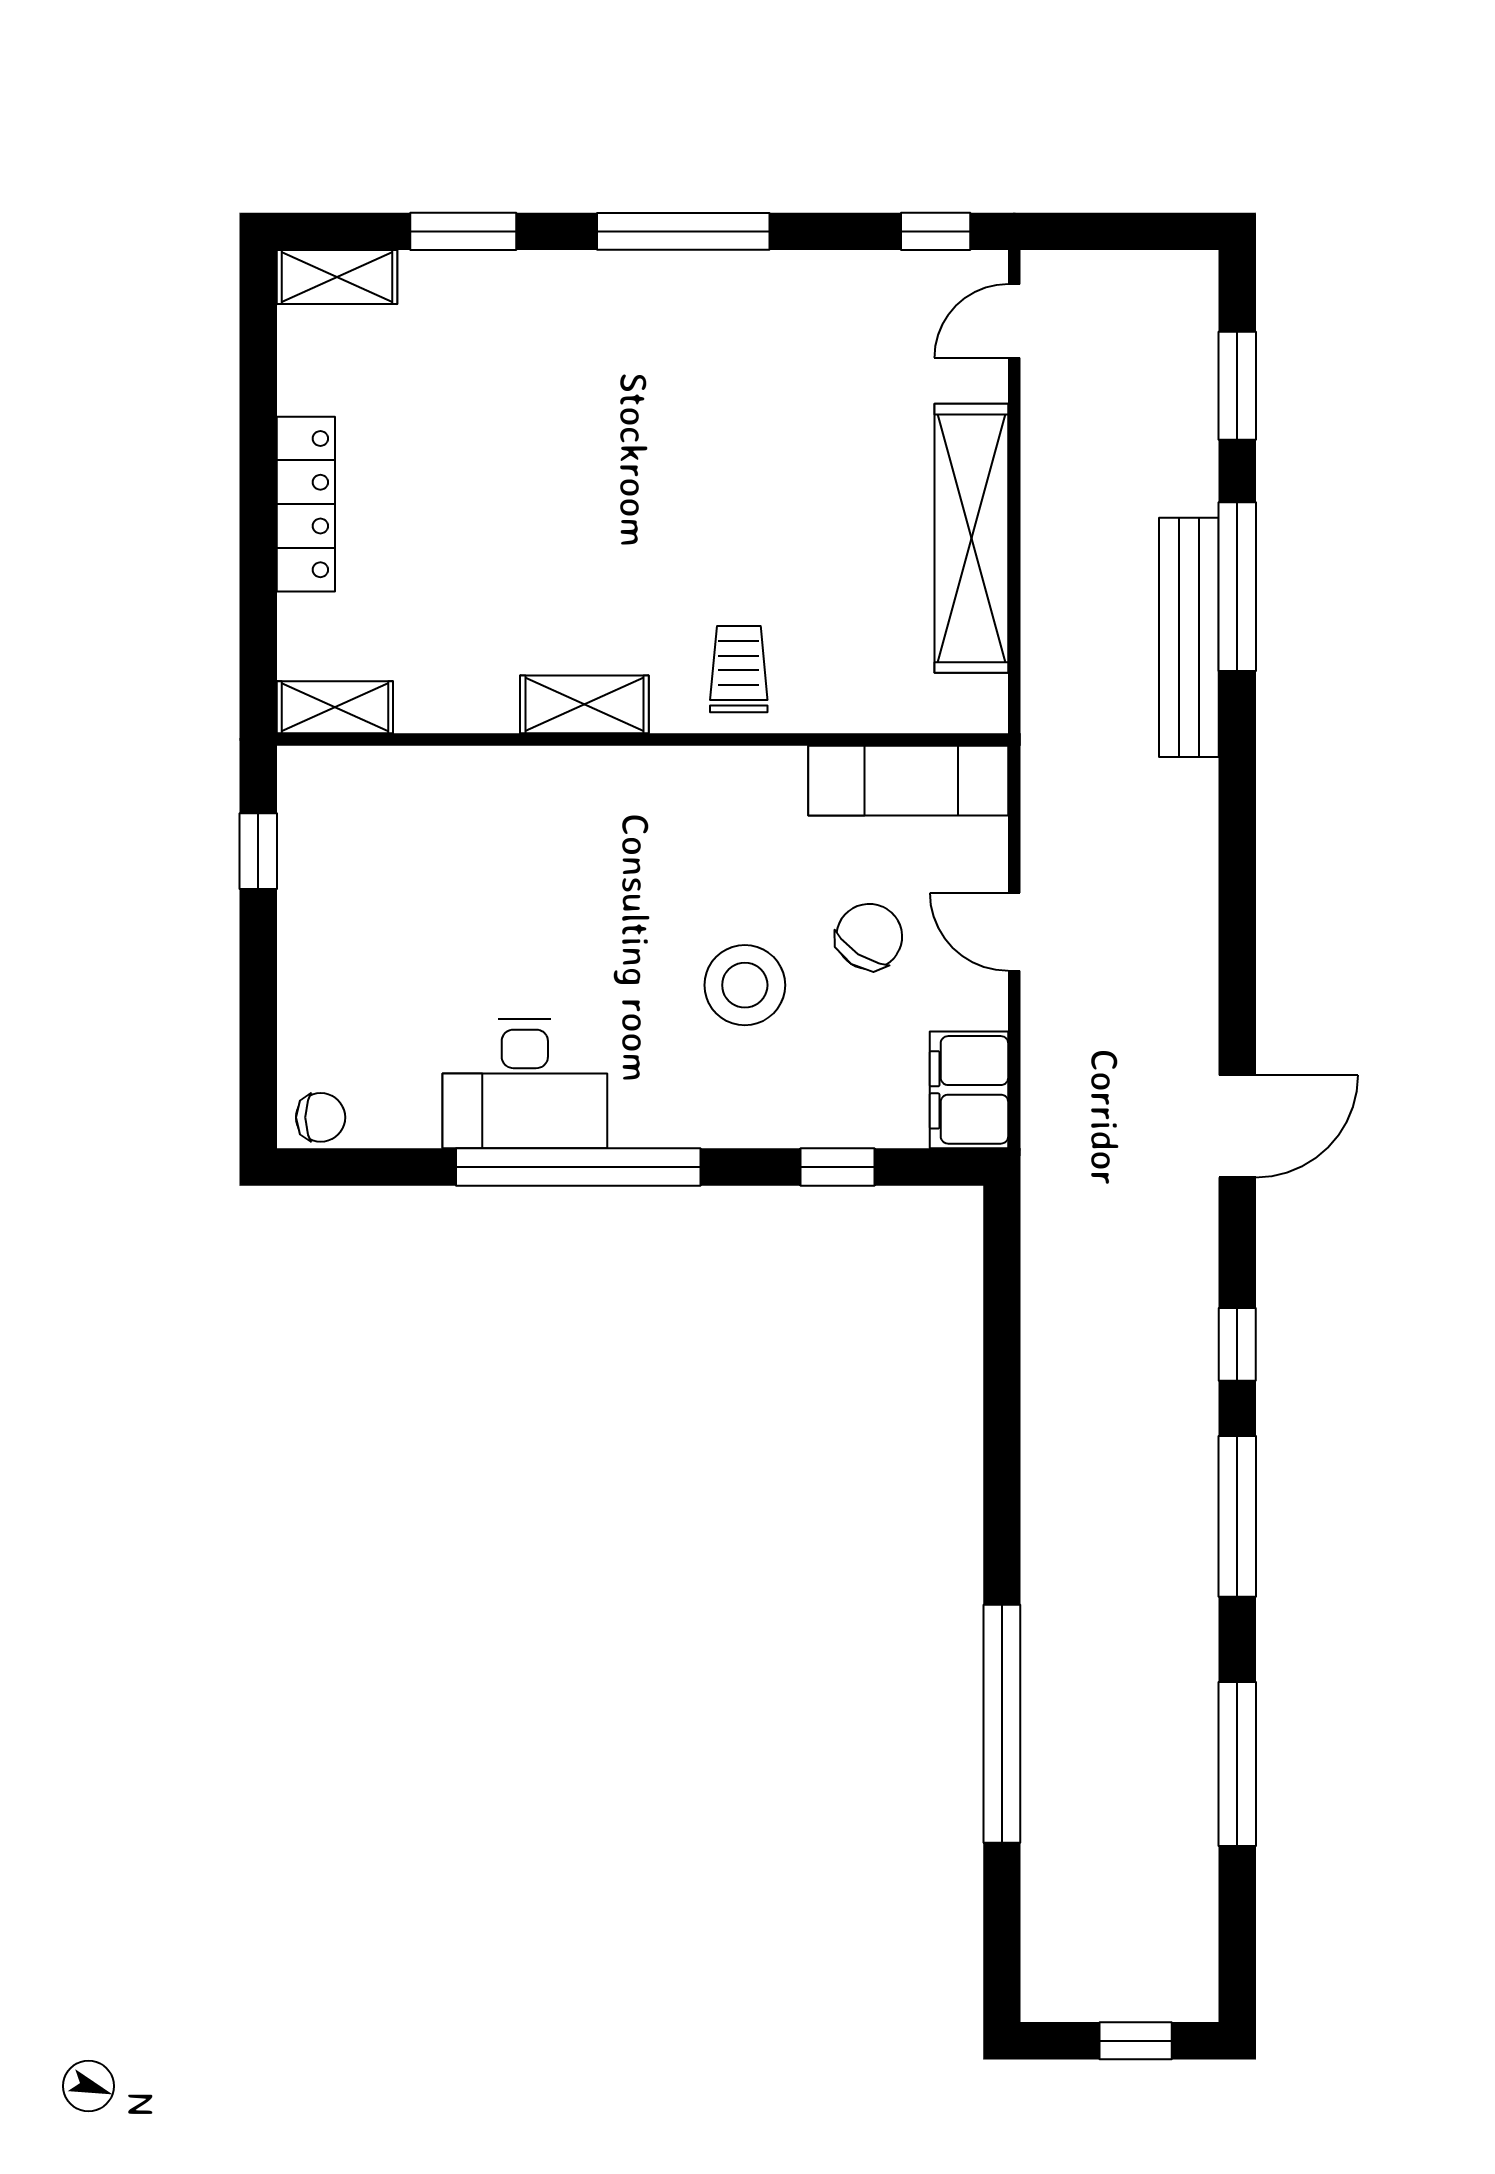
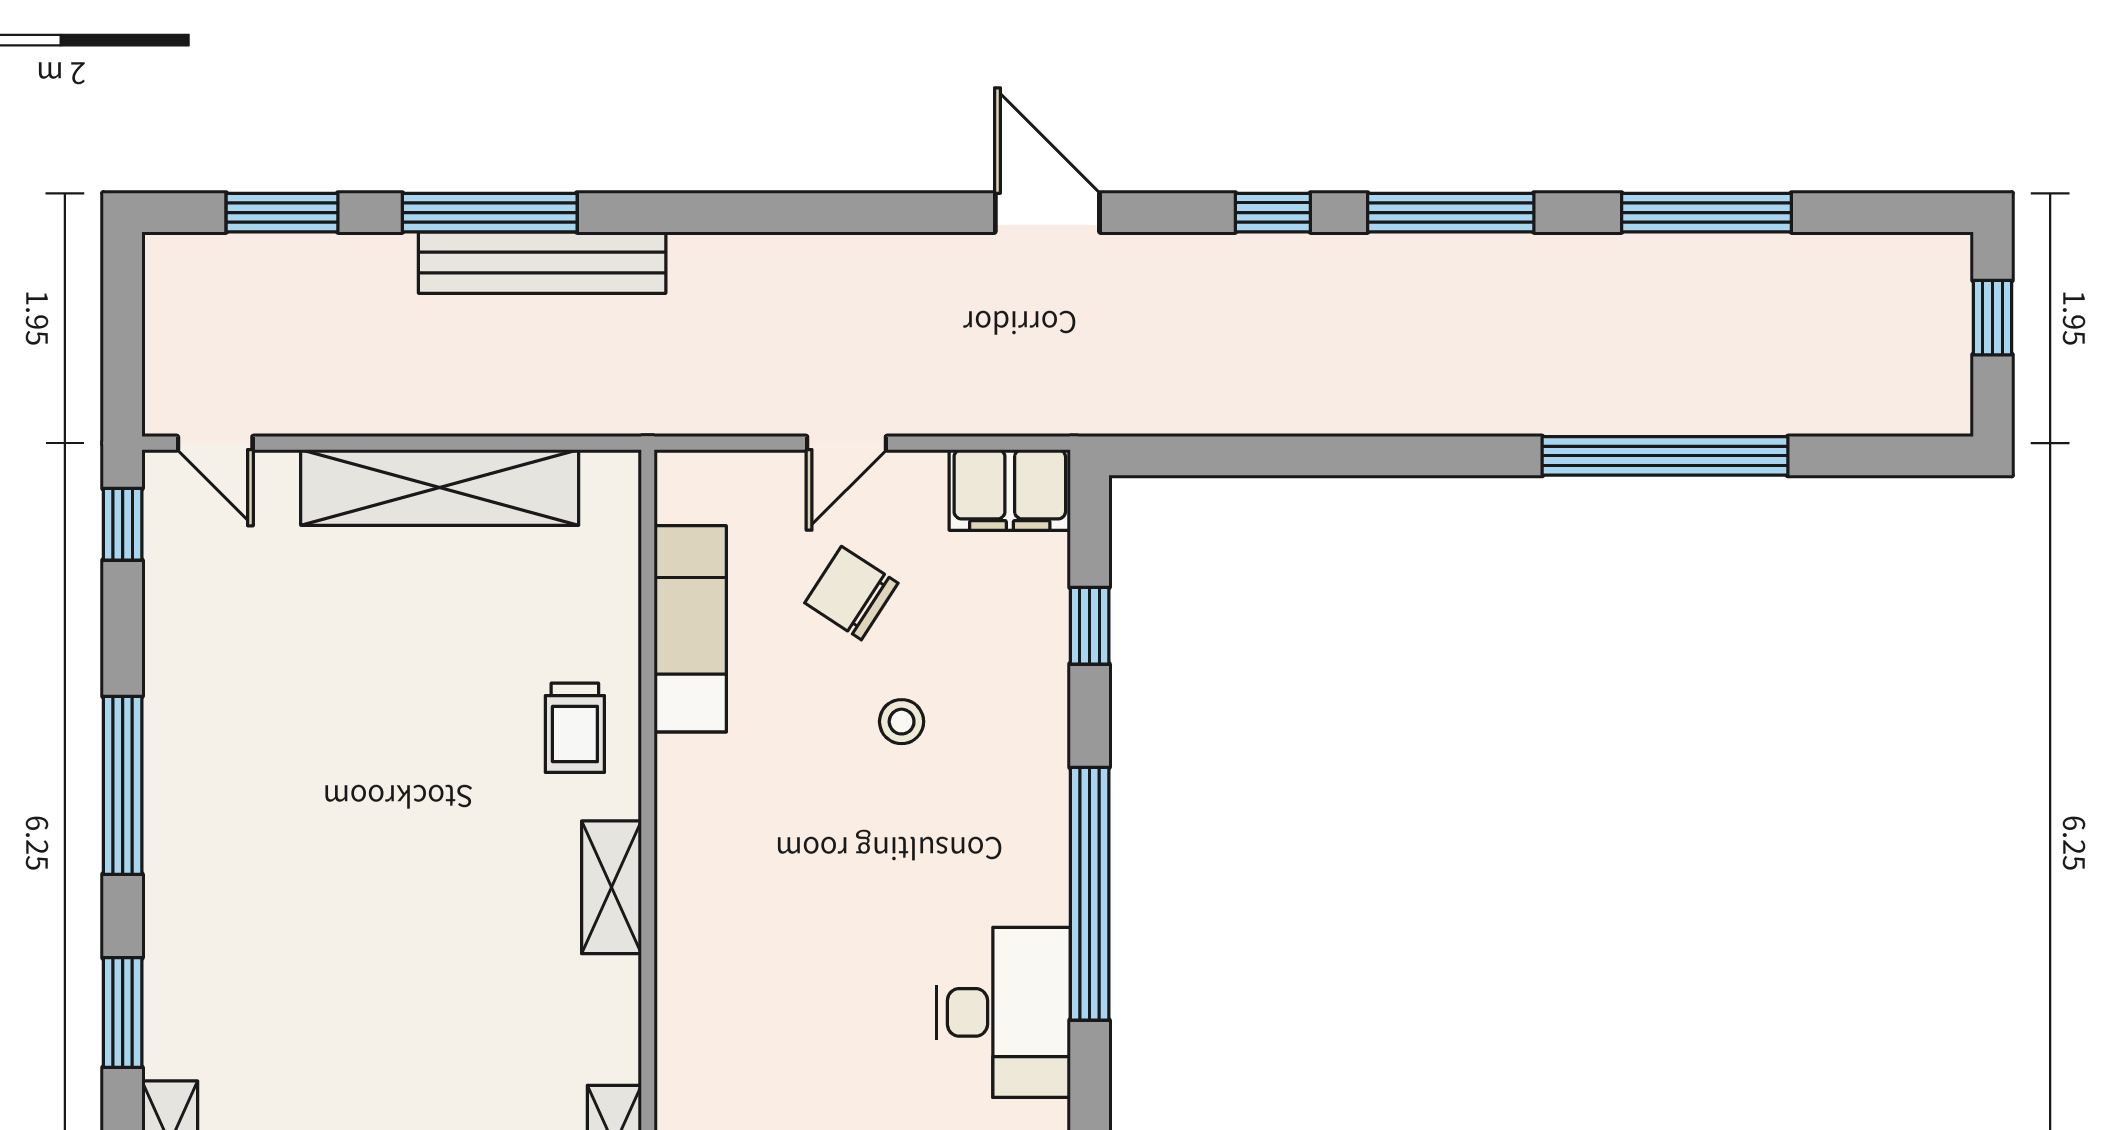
trolley: (739, 669) -> (575, 728), turned -90
exam couch: (908, 781) -> (690, 629), moved
stool: (745, 985) -> (902, 722), width x0.53, depth x0.53
desk: (525, 1084) -> (1004, 1012), moved

